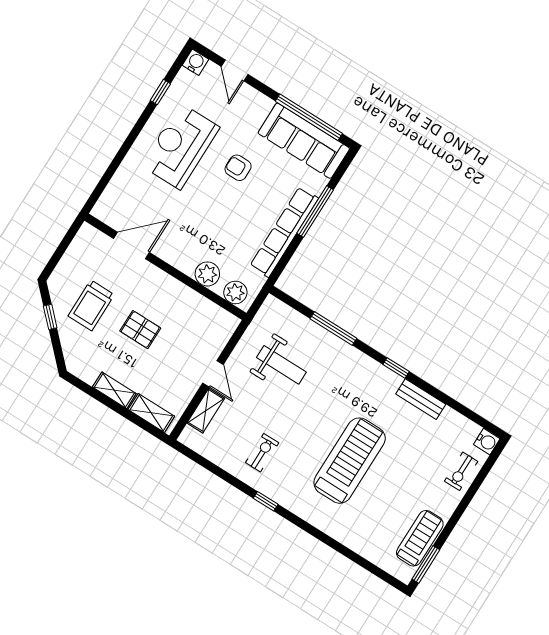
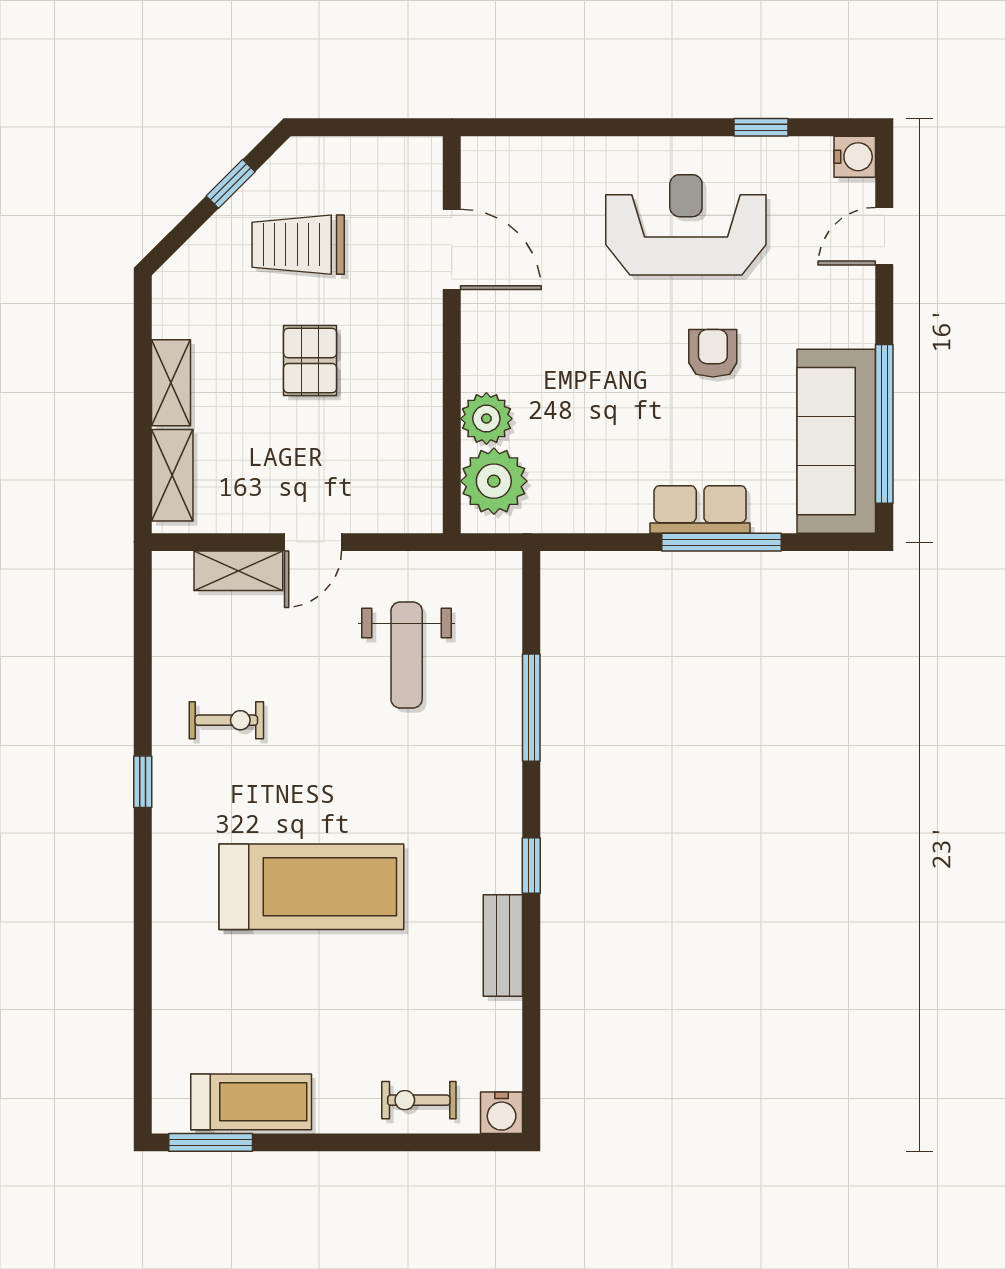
row of seats: (284, 232) -> (700, 509), width x0.50
plant: (235, 292) -> (494, 481), width x1.36, depth x1.36

